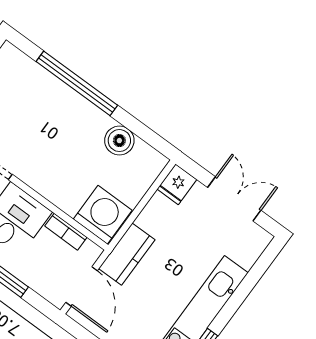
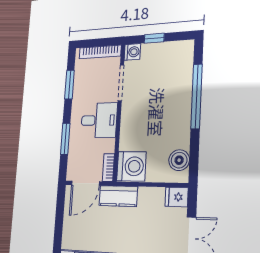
boiler: (119, 141) -> (179, 160), moved
bookcase: (66, 232) -> (108, 168), moved

